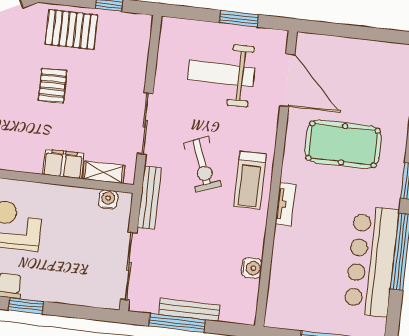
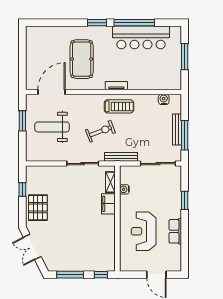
weight bench: (221, 74) -> (52, 127), turned 90
pallet: (53, 86) -> (68, 214), removed
treadmill: (250, 180) -> (119, 106), moved
water cooler: (108, 199) -> (124, 189), moved
water cooler: (252, 268) -> (164, 99), moved
window: (26, 306) -> (185, 200), moved

